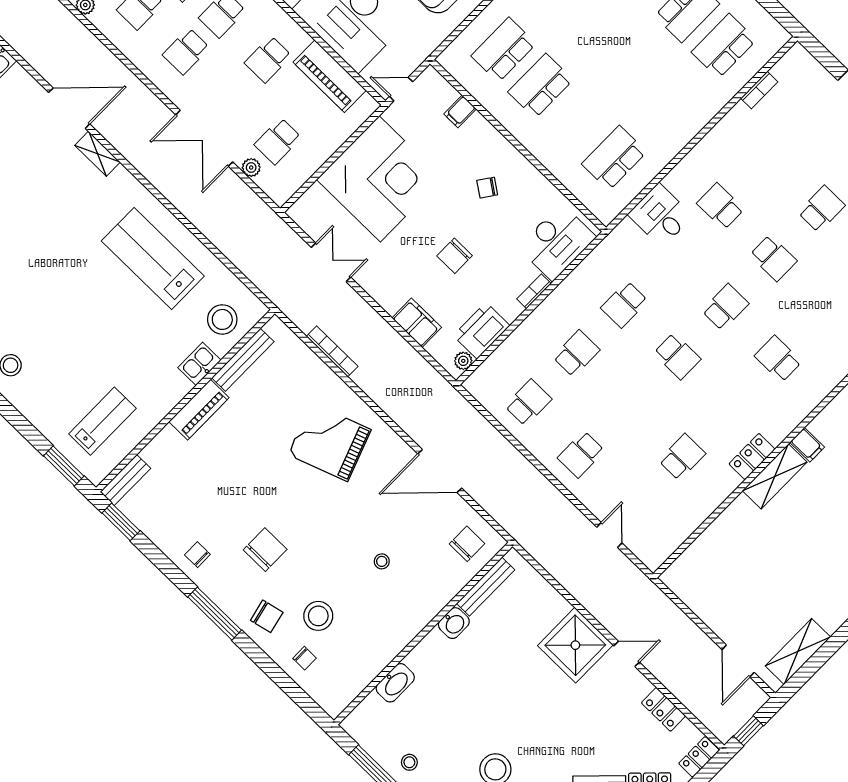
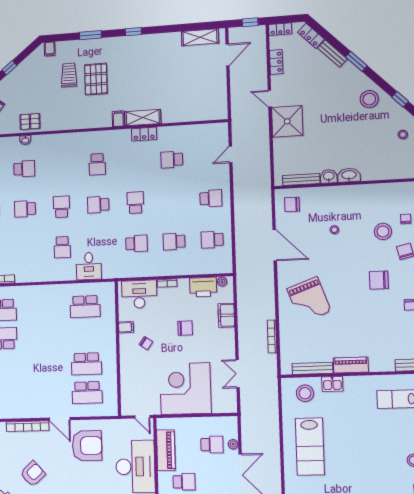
filing cabinet: (460, 111) -> (126, 327), moved
washbasin: (395, 683) -> (349, 175), moved

